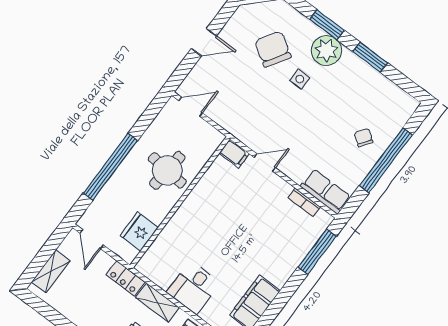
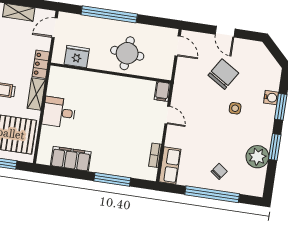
water cooler: (310, 30) -> (271, 98), added
chair: (273, 49) -> (223, 74), moved
plant: (326, 50) -> (257, 157), moved
window: (317, 252) -> (112, 179), moved

